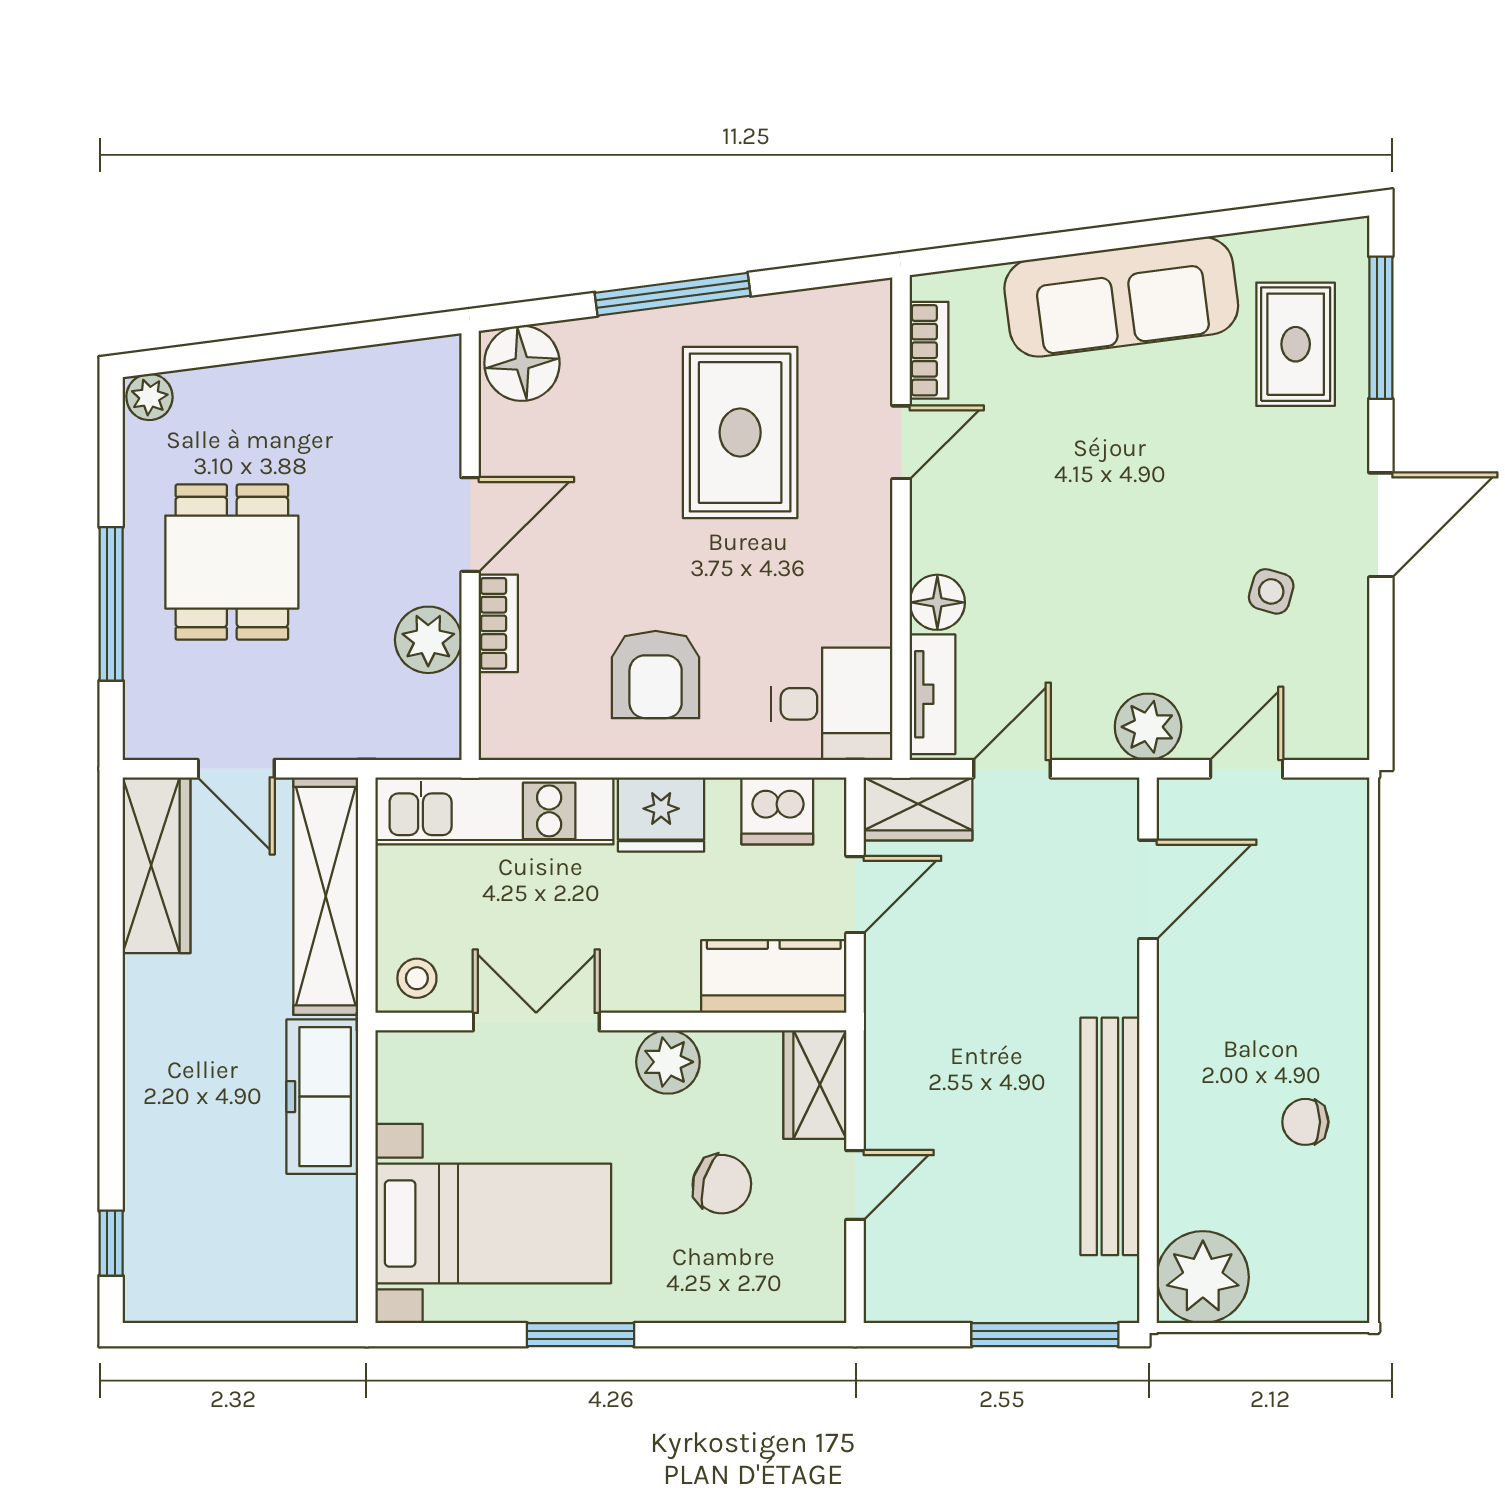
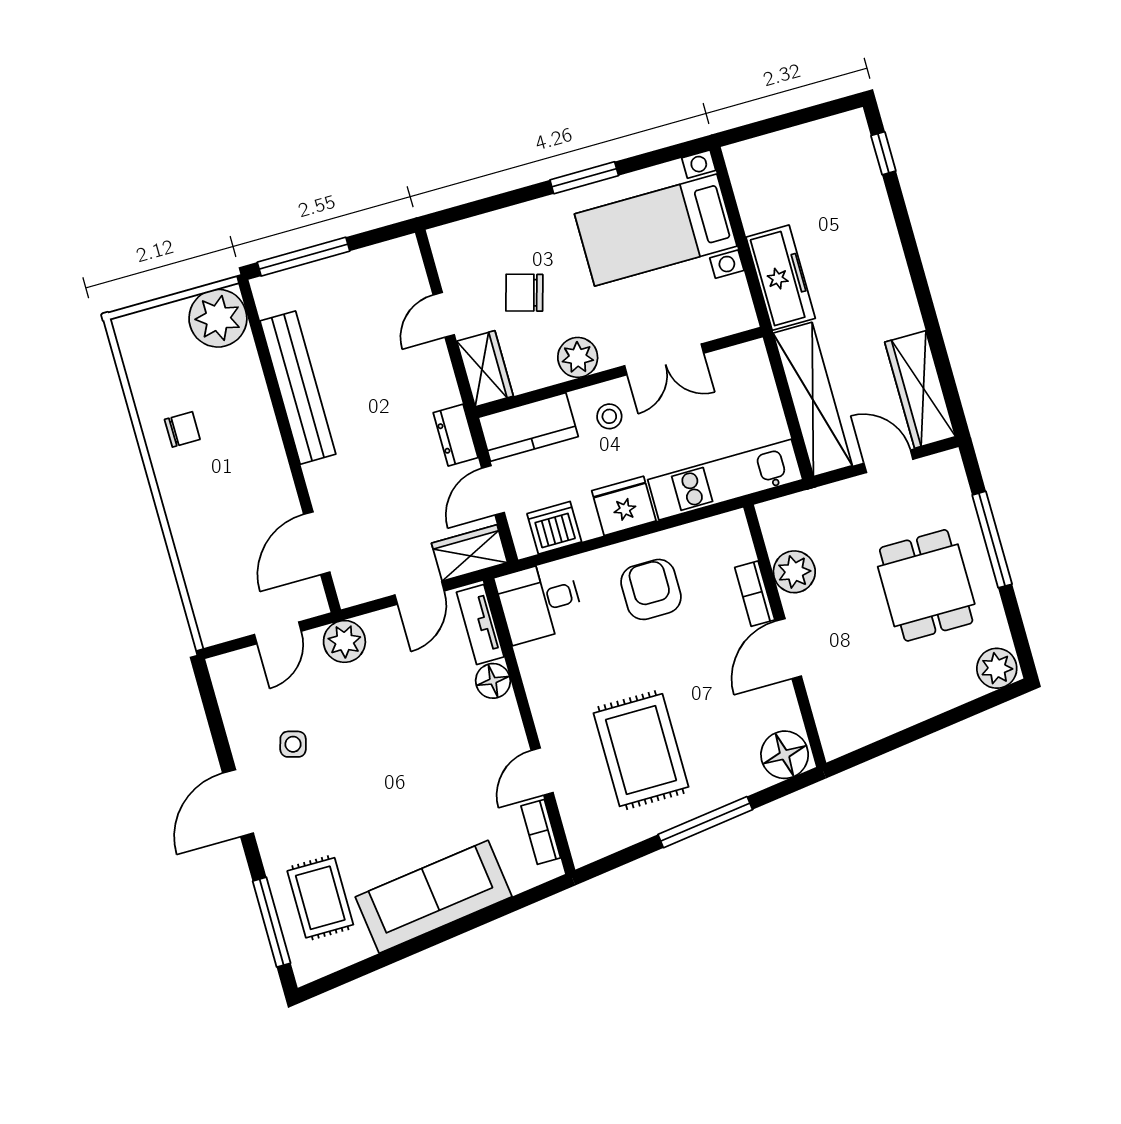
plant: (149, 397) -> (997, 668), width x1.38, depth x1.38
stool: (417, 978) -> (609, 416), moved
dresser: (889, 995) -> (456, 435), added

